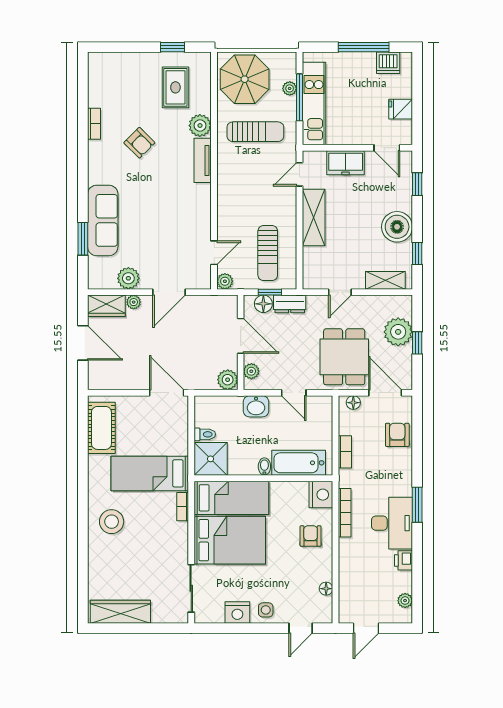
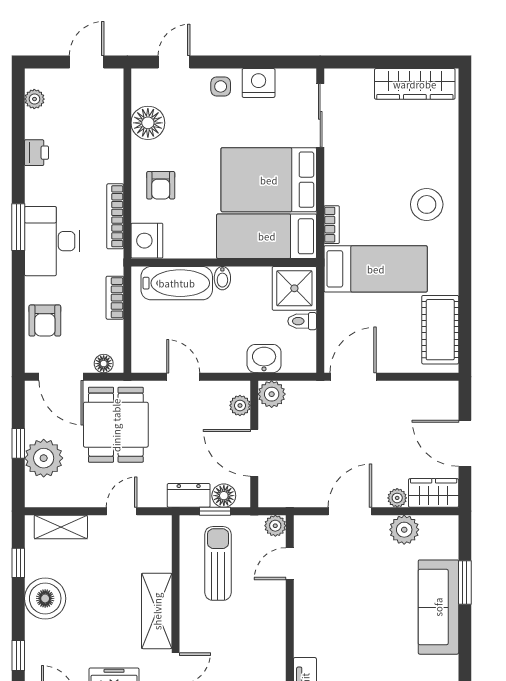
door: (167, 393) -> (353, 377), swing flipped
washbasin: (256, 406) -> (264, 359), moved
desk: (392, 523) -> (52, 241), moved
floor lamp: (326, 589) -> (148, 123), width x1.89, depth x1.89

